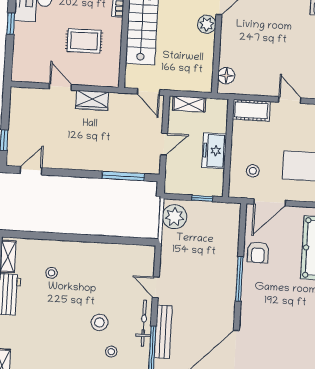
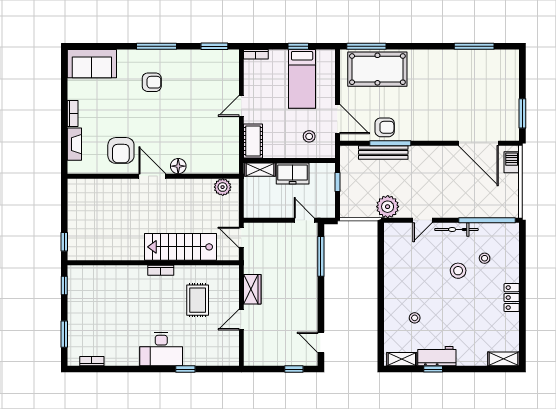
plant: (207, 24) -> (223, 187), moved
floor lamp: (226, 76) -> (178, 166), moved
door: (148, 92) -> (241, 237), swing flipped
shelving: (189, 104) -> (260, 170), moved, turned 90
door: (164, 144) -> (304, 220), moved
plant: (175, 217) -> (388, 207), moved
window: (239, 279) -> (390, 143), moved
bench: (163, 332) -> (383, 152), moved

